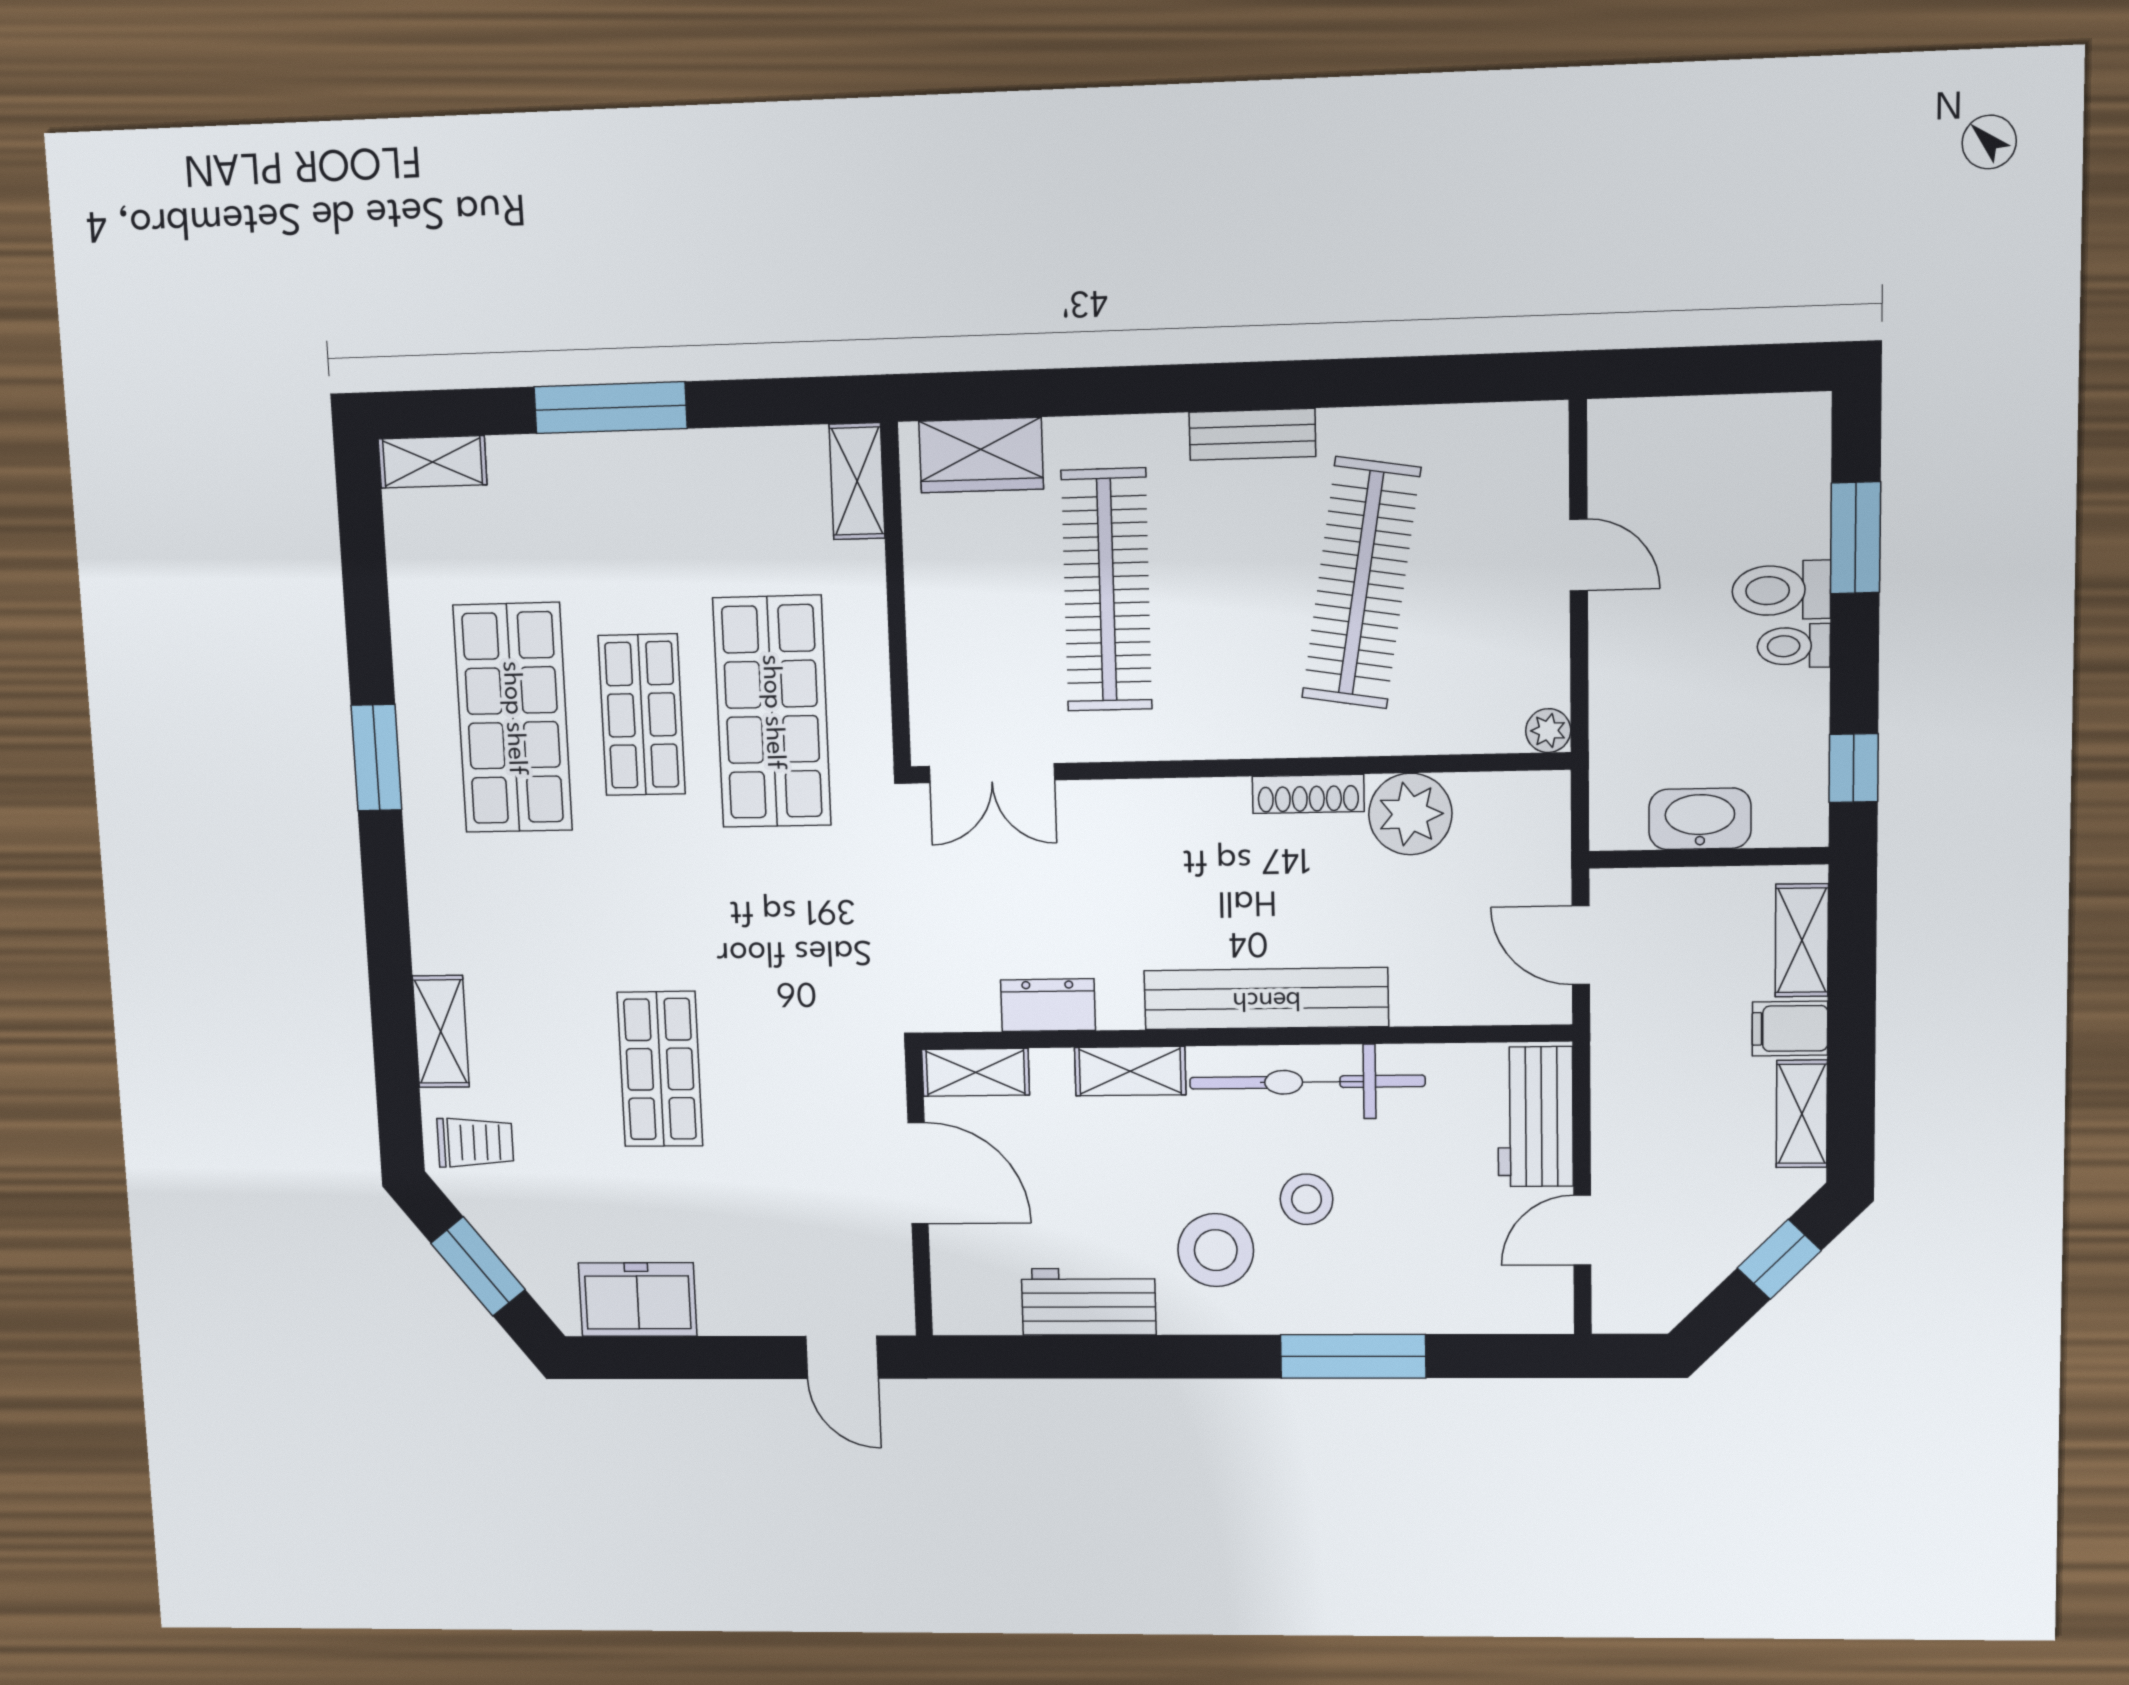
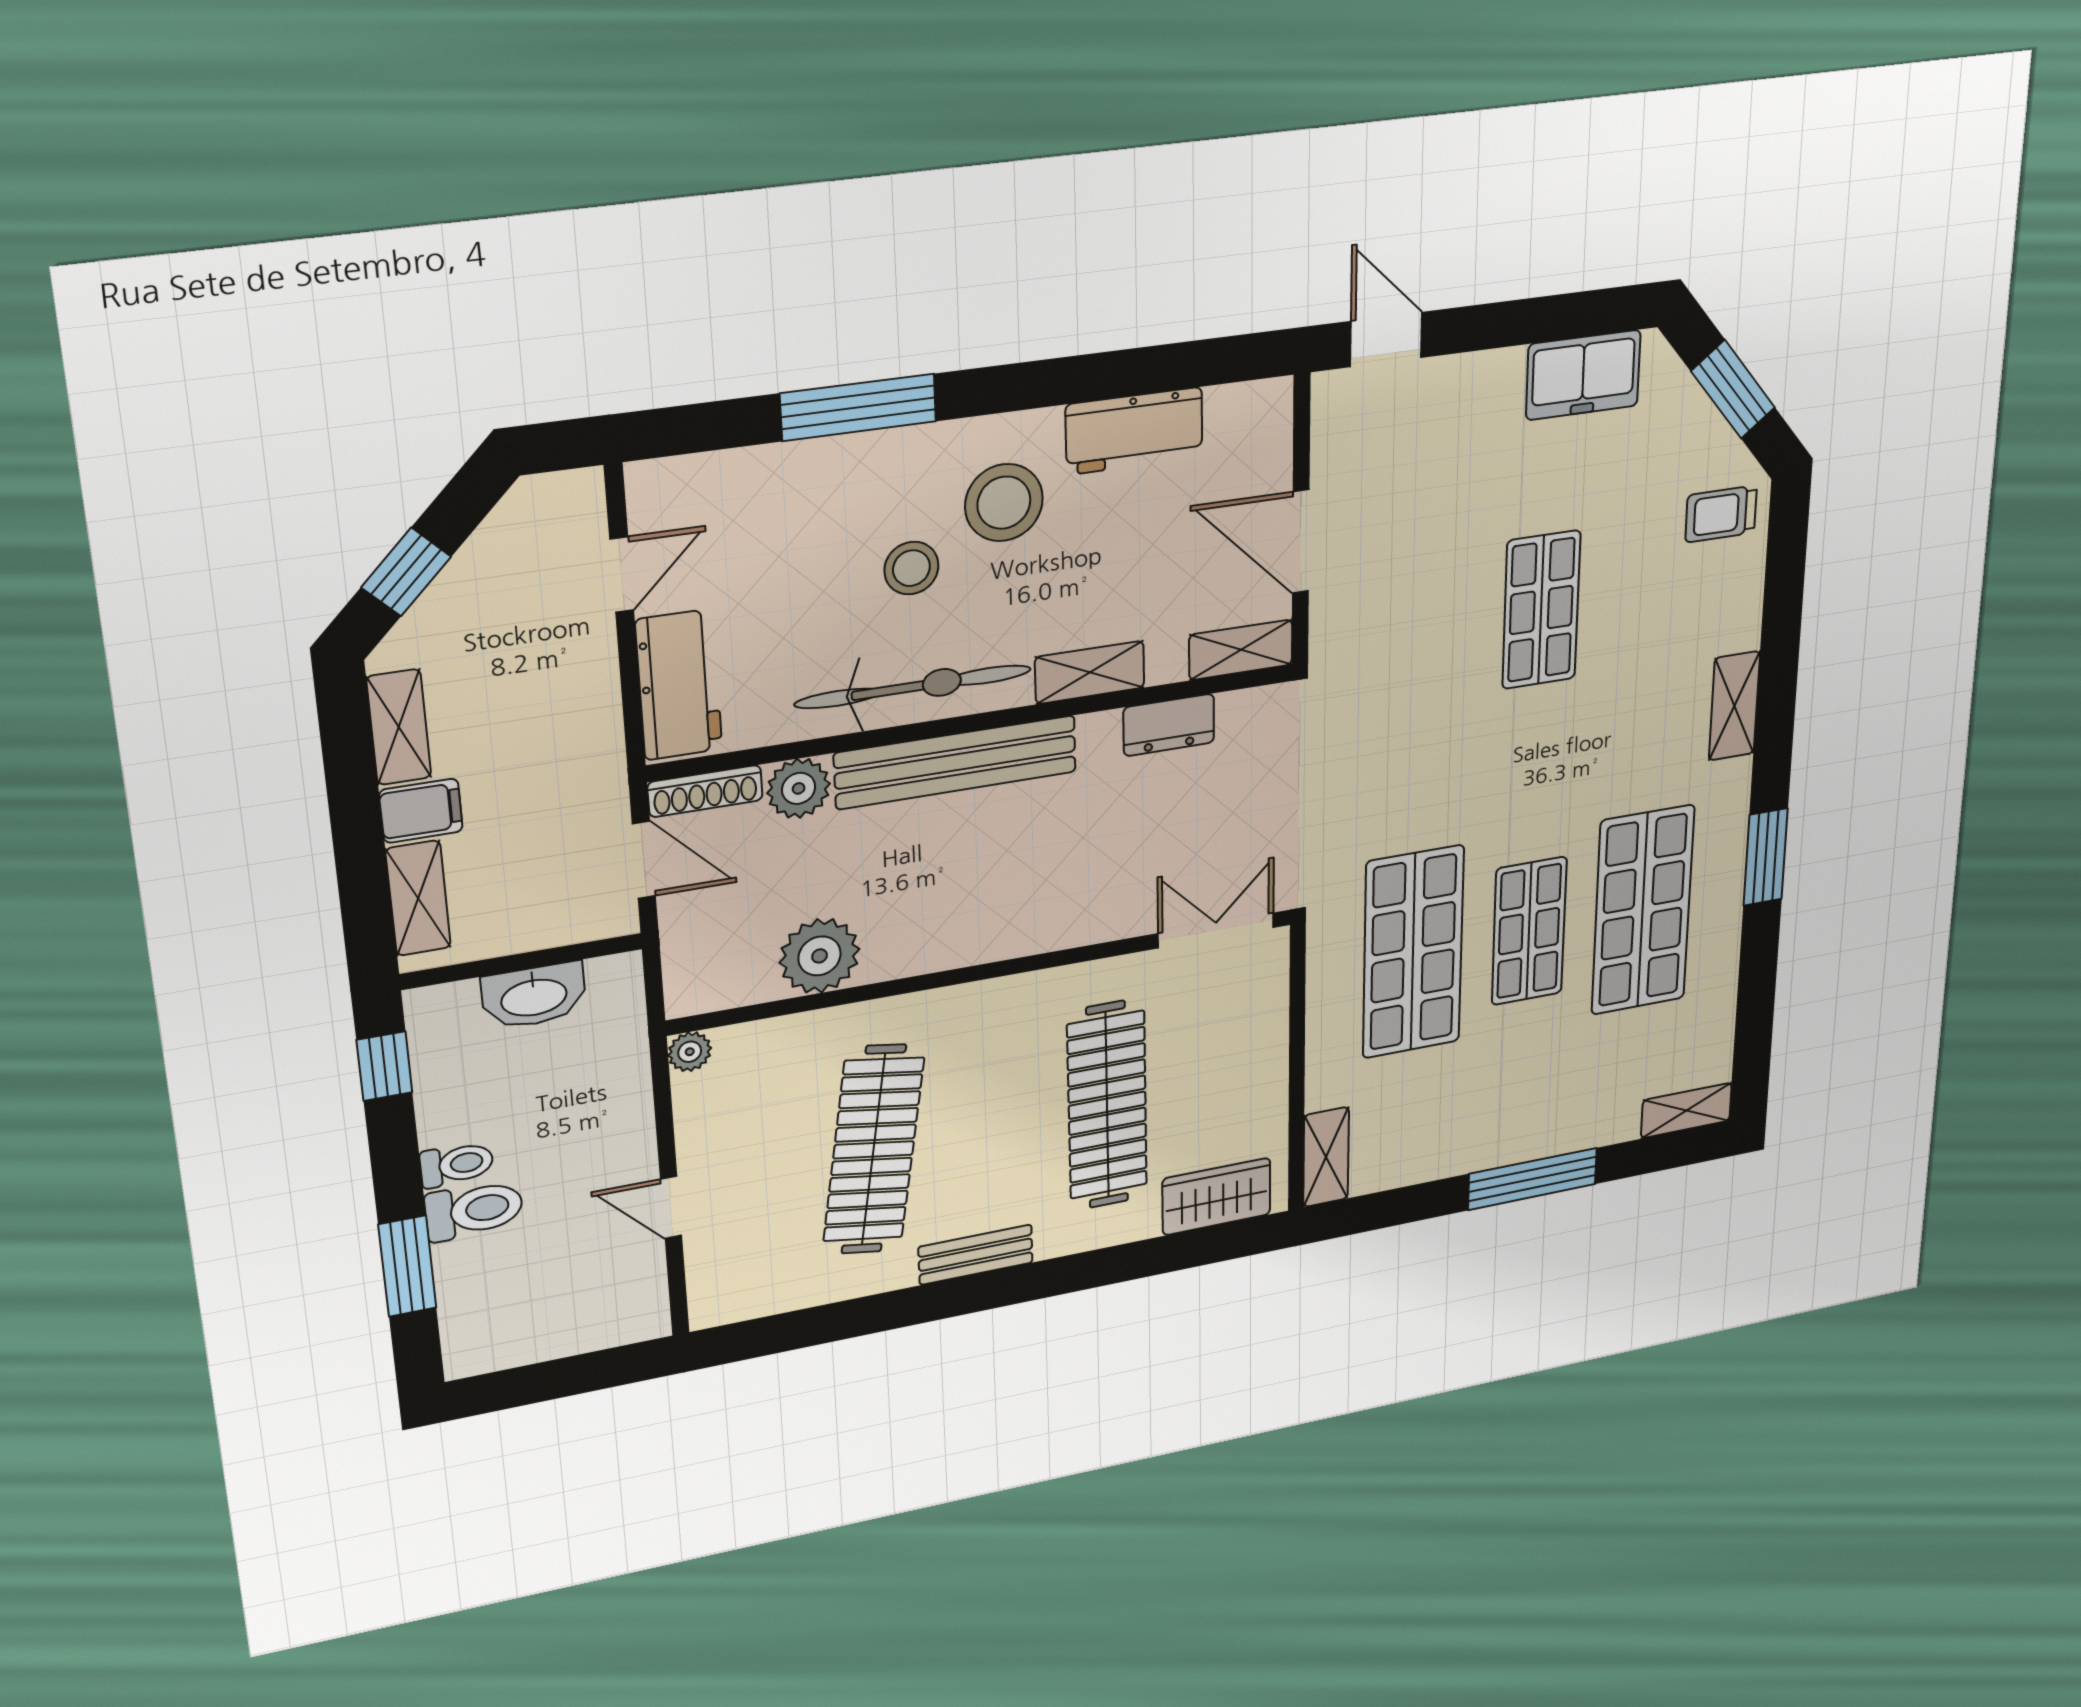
shoe rack: (1308, 794) -> (705, 791), moved, turned 180
plant: (1424, 995) -> (799, 788), added
shelving: (441, 1031) -> (1734, 706), moved

